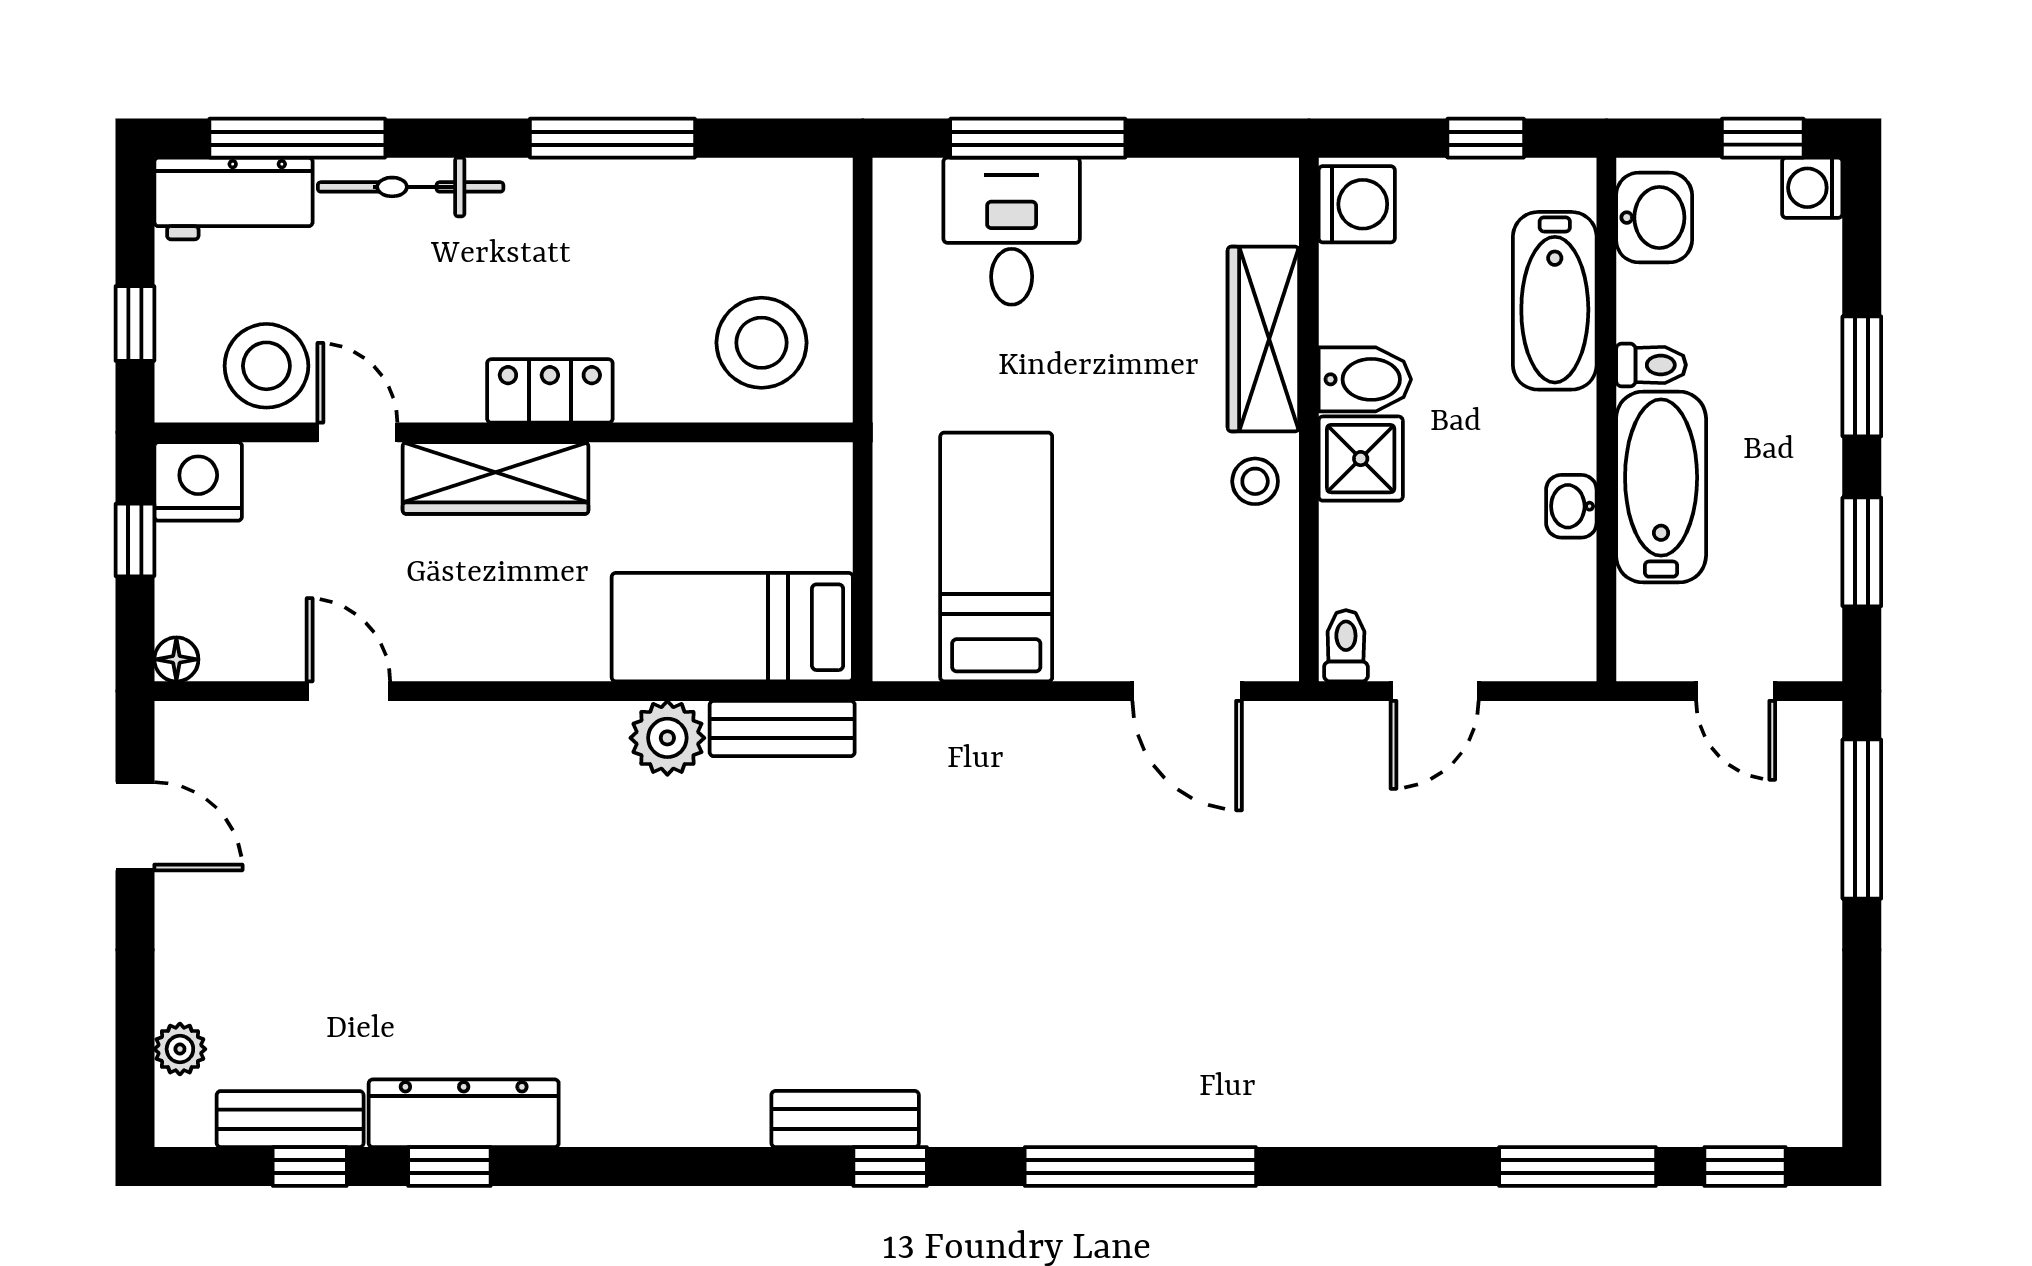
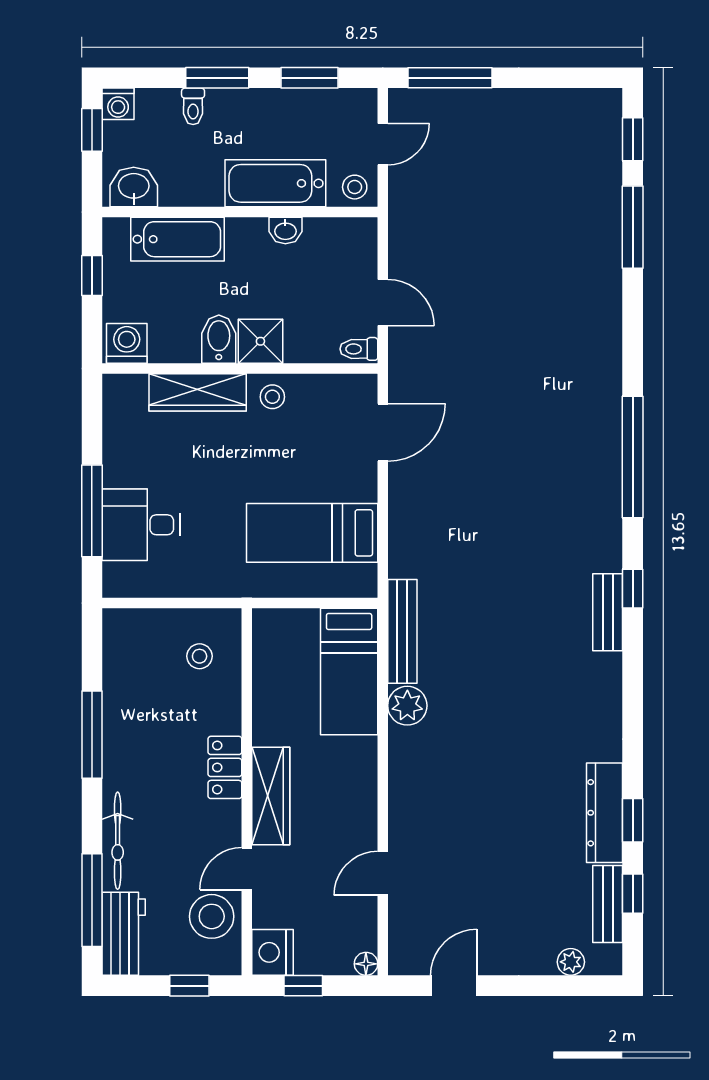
stool: (762, 343) -> (200, 656), width x0.53, depth x0.53
toilet: (1651, 365) -> (193, 106), moved, turned 180
stool: (1654, 638) -> (355, 187), added
bench: (782, 729) -> (402, 631), width x1.36

